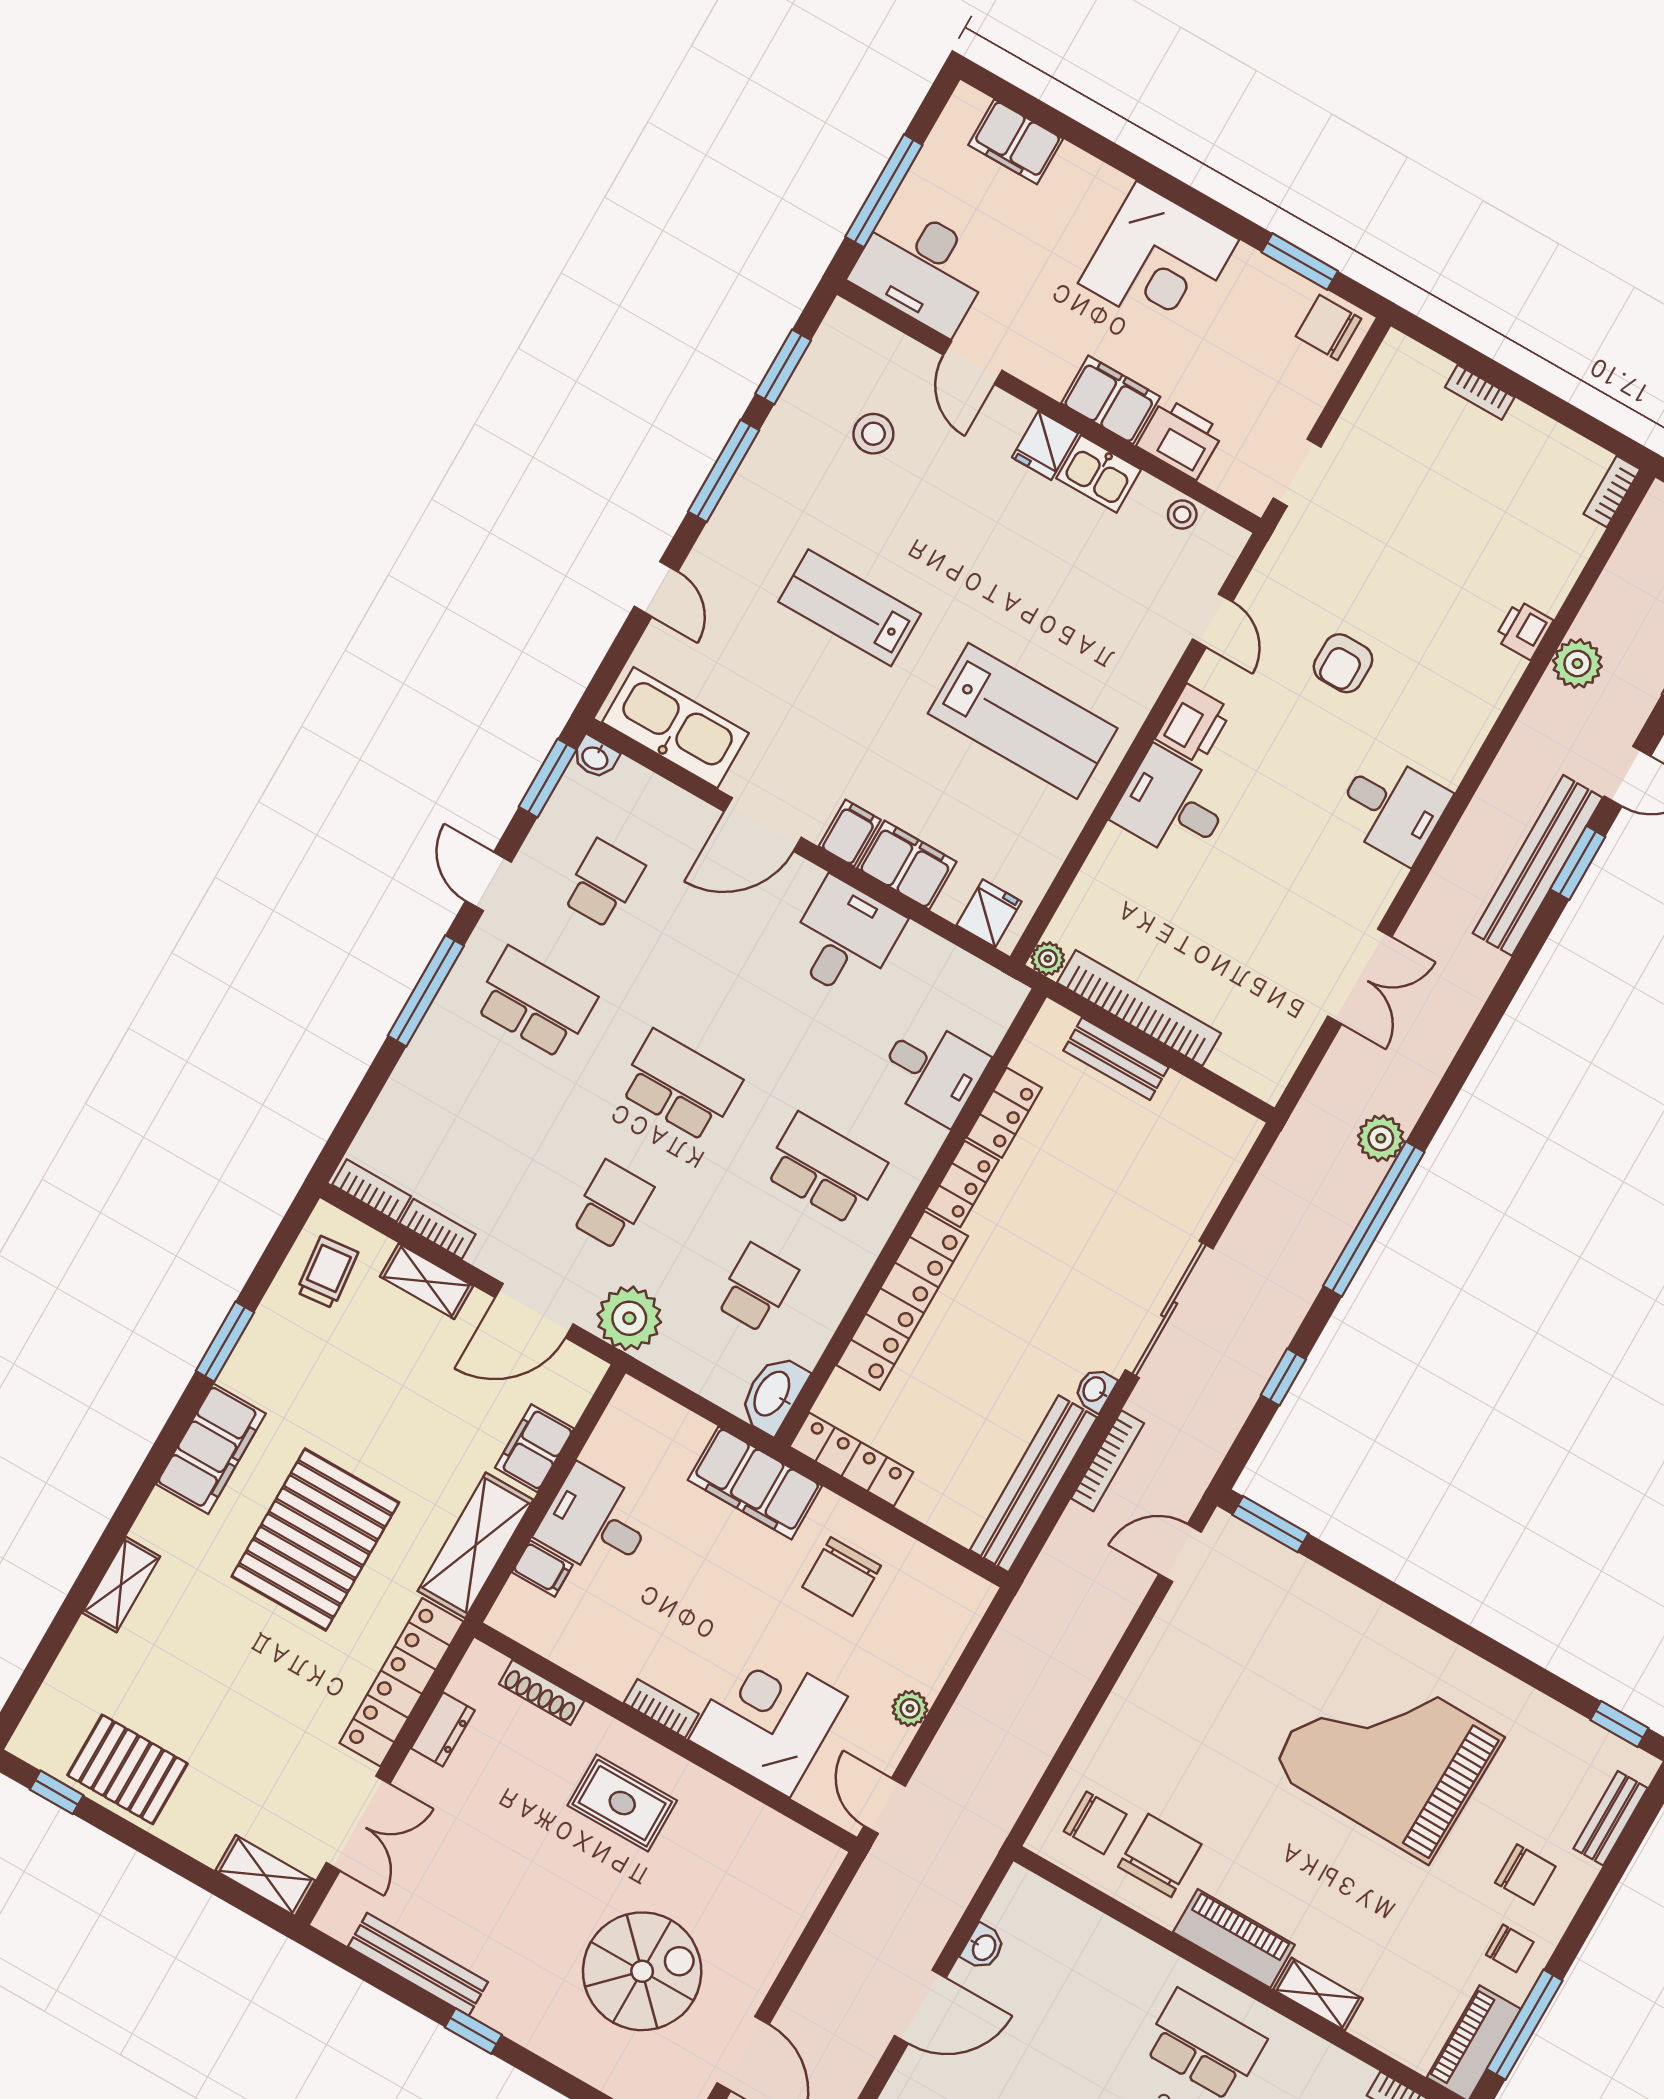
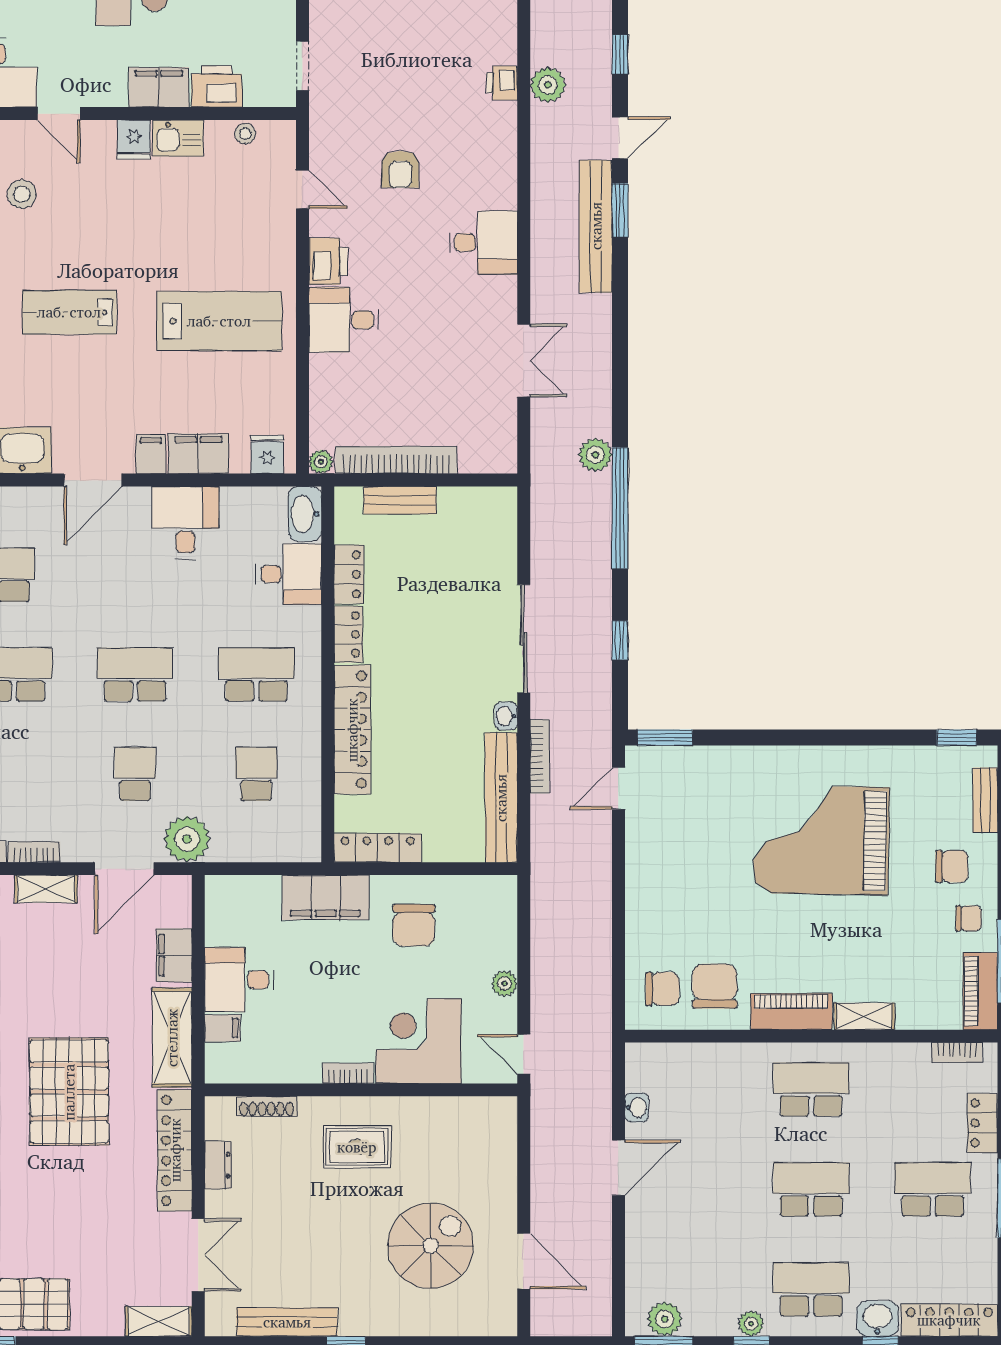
washbasin: (773, 1394) -> (305, 514), moved

